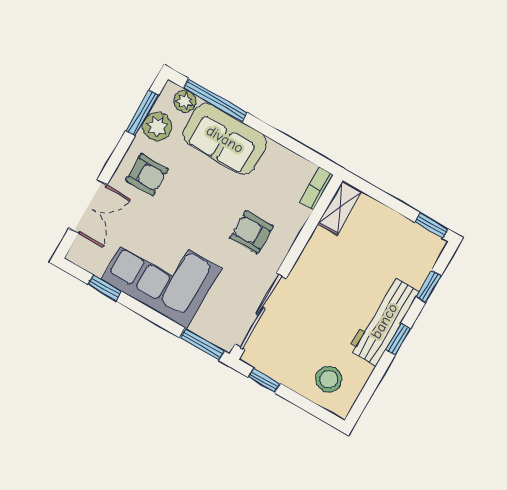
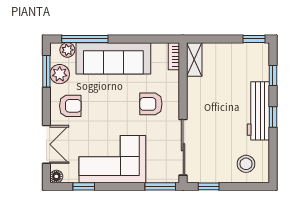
sofa: (225, 139) -> (113, 58), width x1.36
floor lamp: (77, 255) -> (56, 176), added

